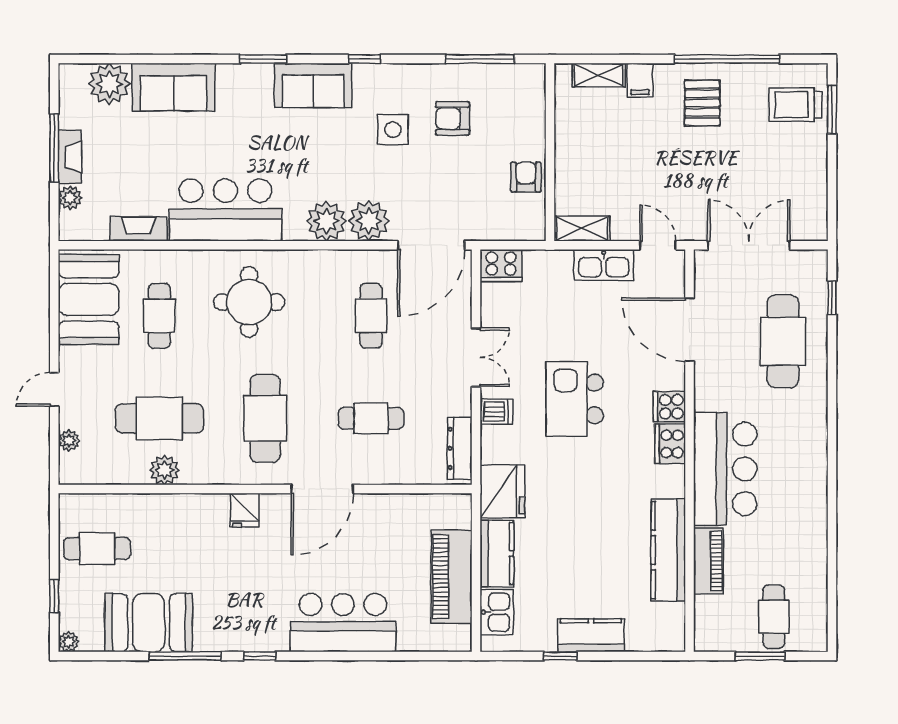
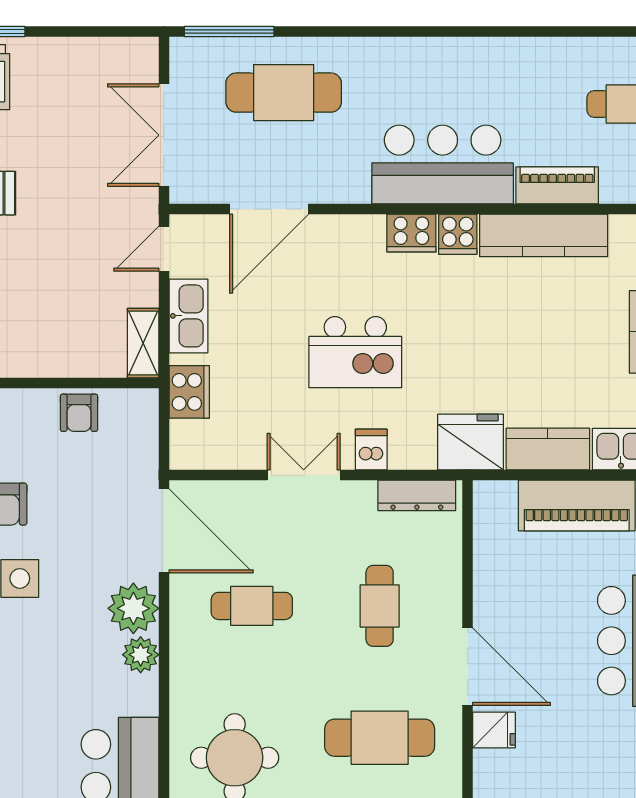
armchair: (526, 177) -> (79, 413), turned -90
plant: (326, 221) -> (141, 655), width x0.73, depth x0.73
cooker: (501, 266) -> (189, 392), moved
window: (832, 298) -> (229, 31), width x2.17
cooker: (669, 407) -> (458, 234), moved
fridge: (245, 510) -> (494, 730), moved

